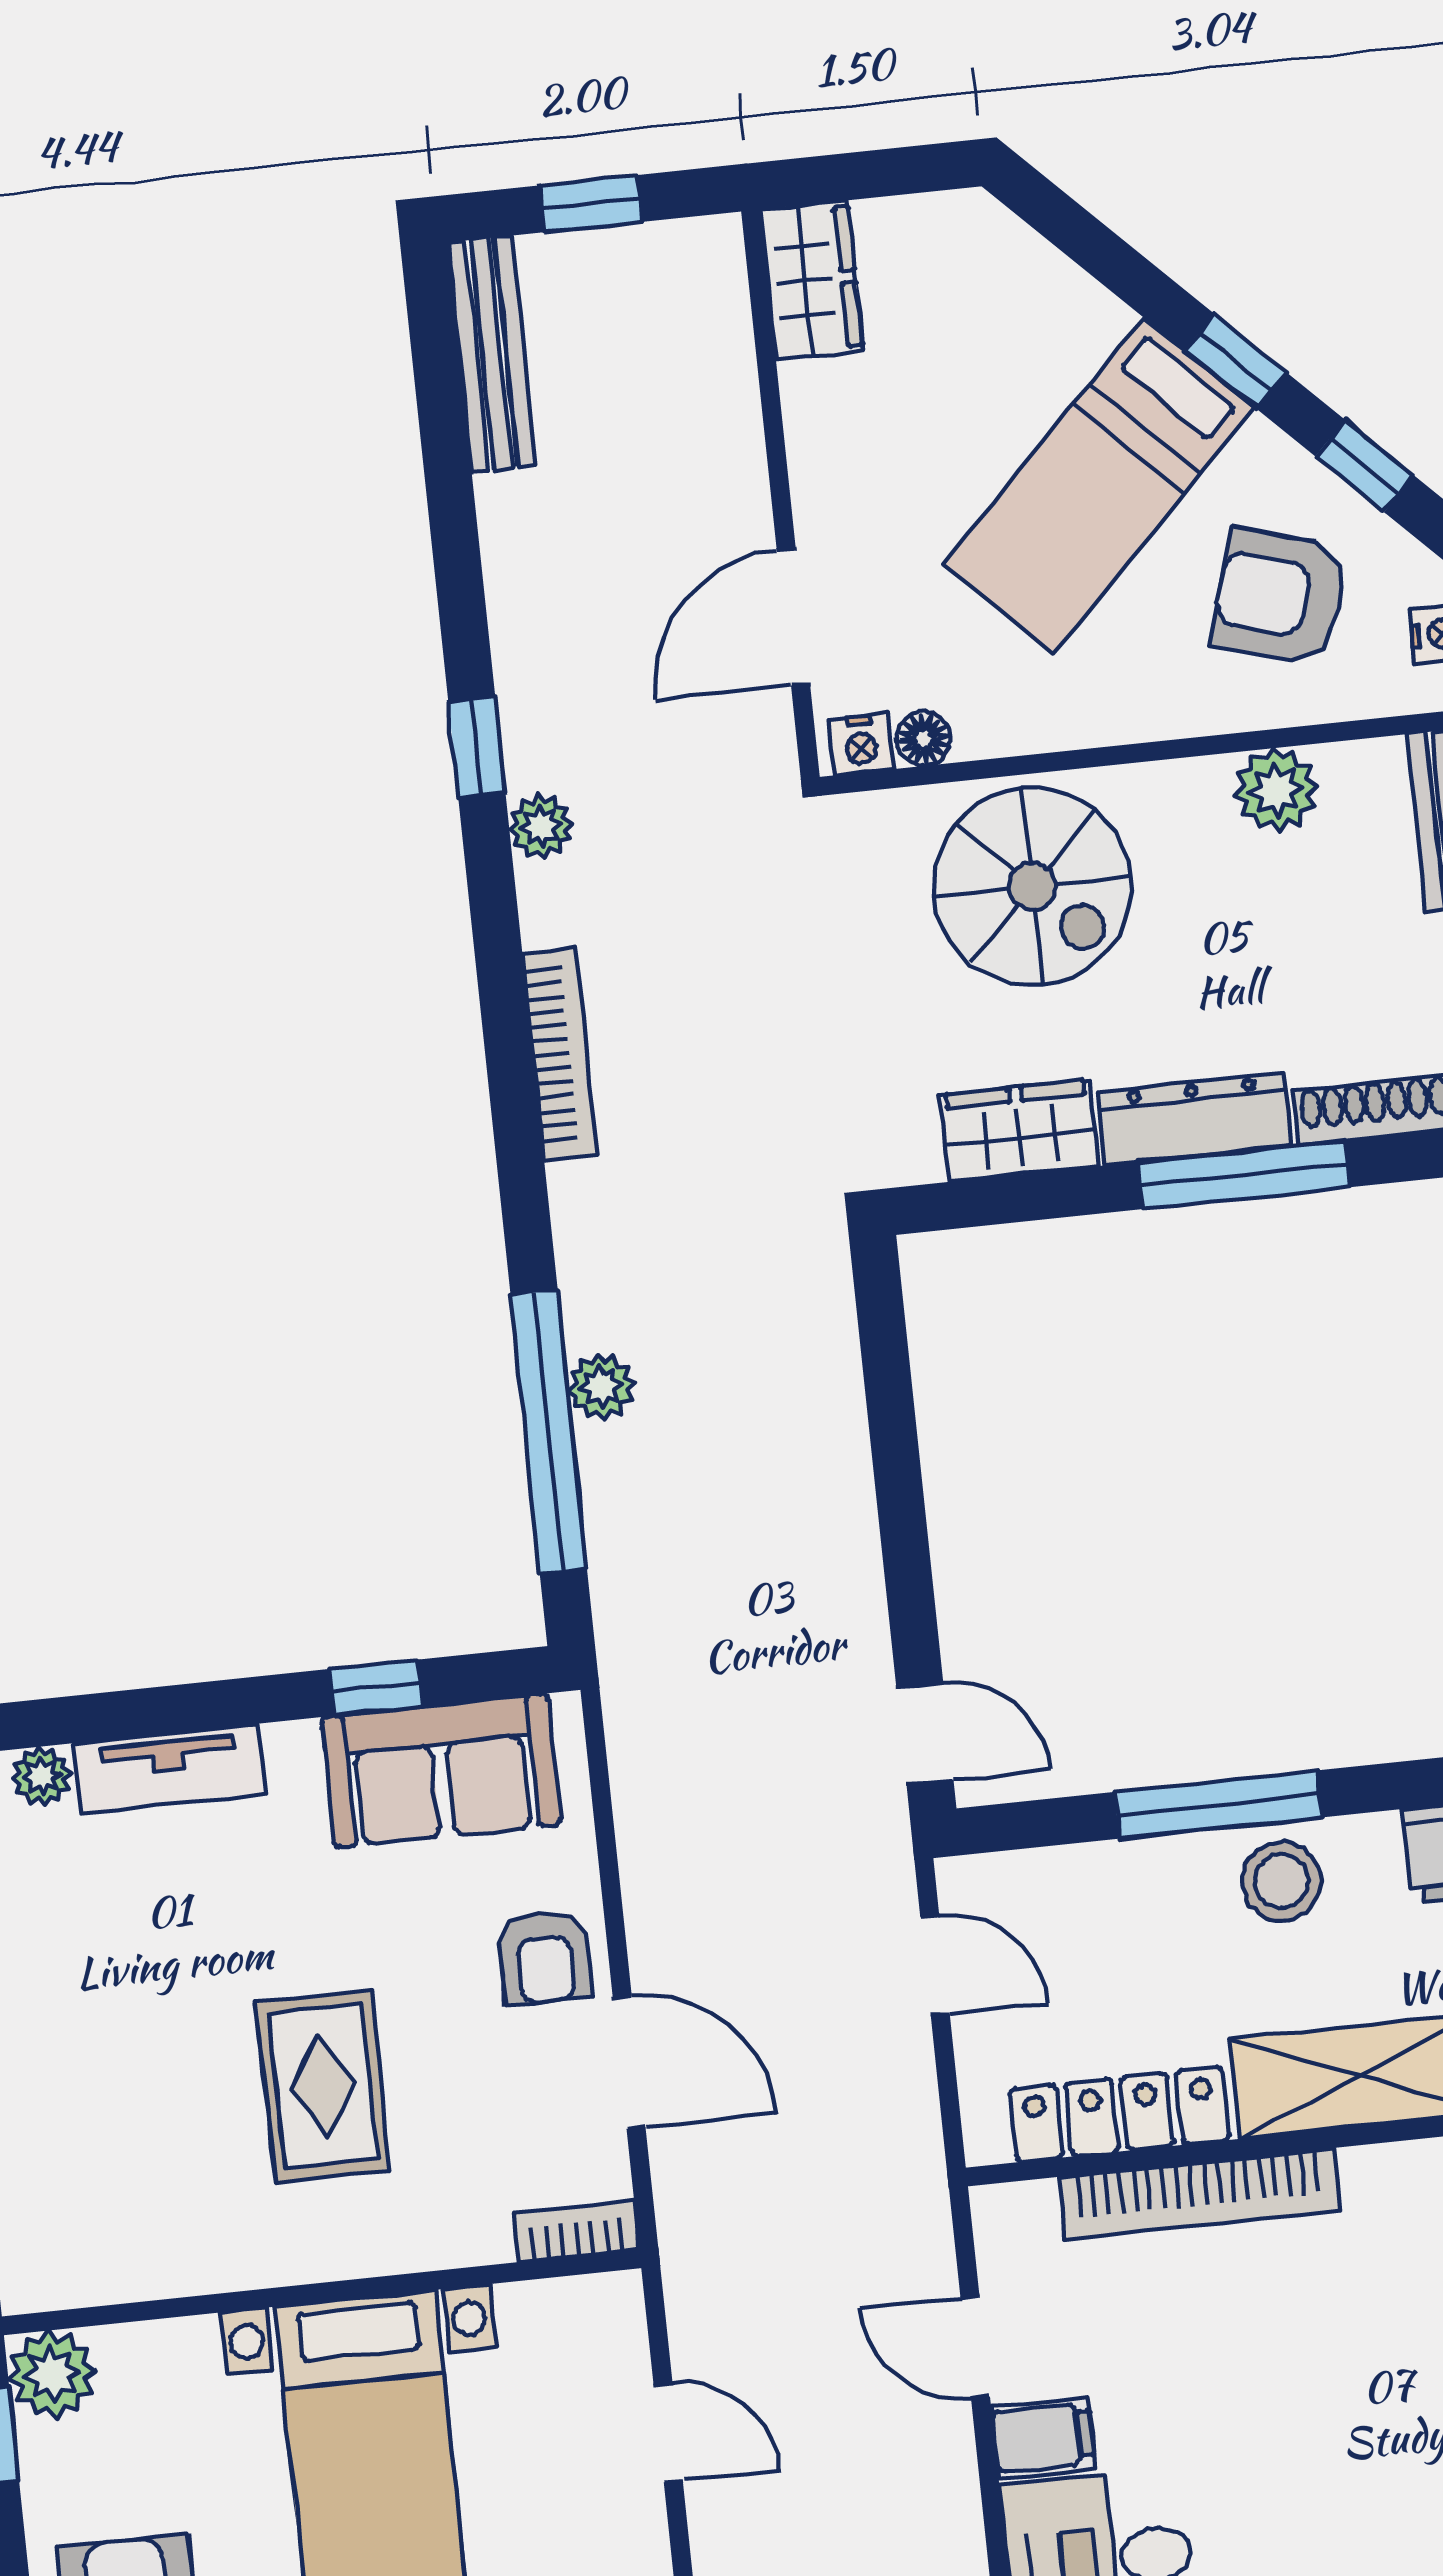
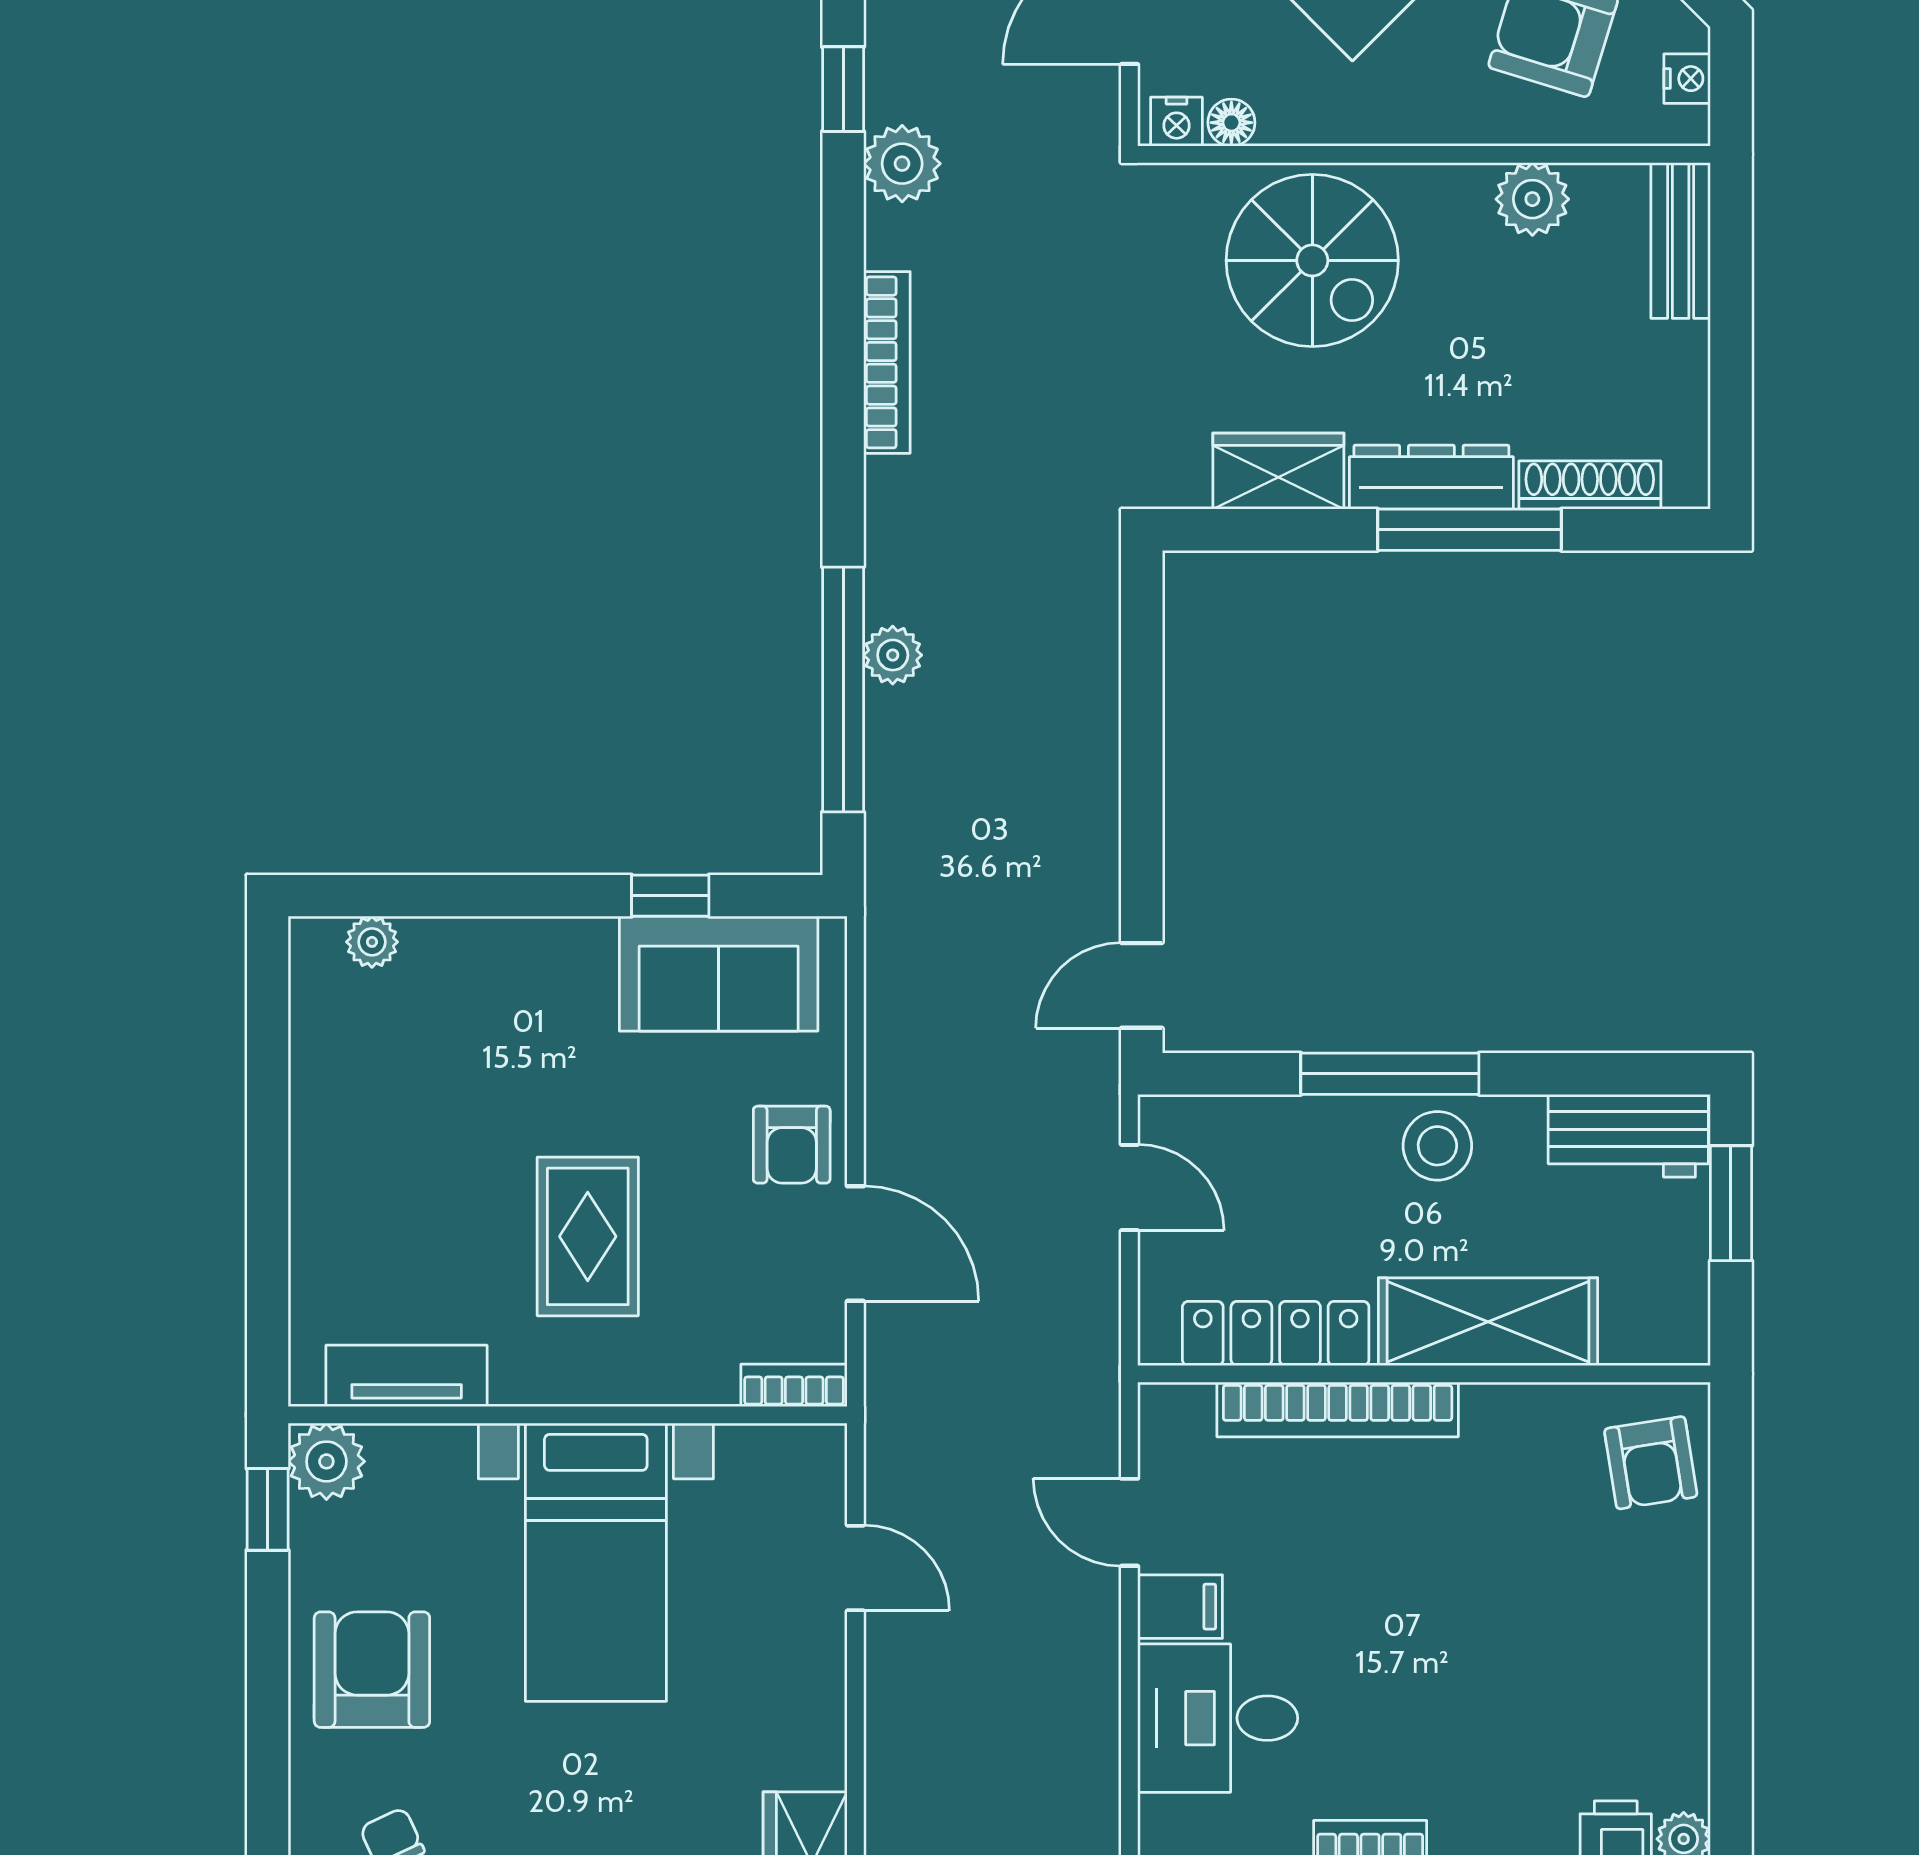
plant: (541, 826) -> (902, 164), width x1.38, depth x1.38
door: (925, 1734) -> (1142, 985), swing flipped
tv unit: (170, 1769) -> (407, 1376), moved, turned 180

